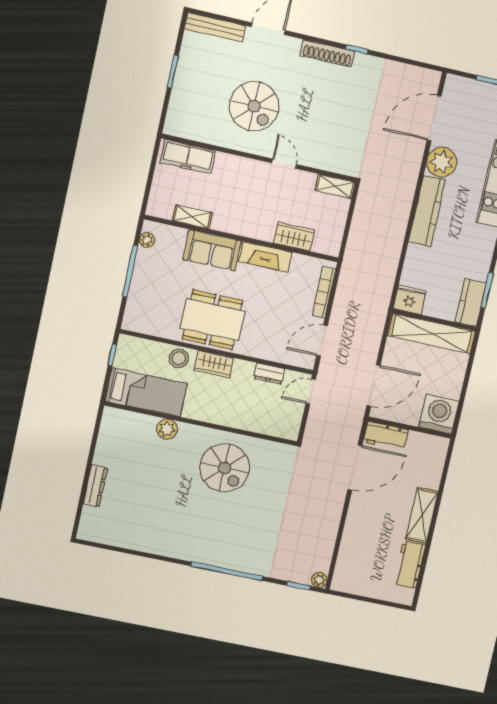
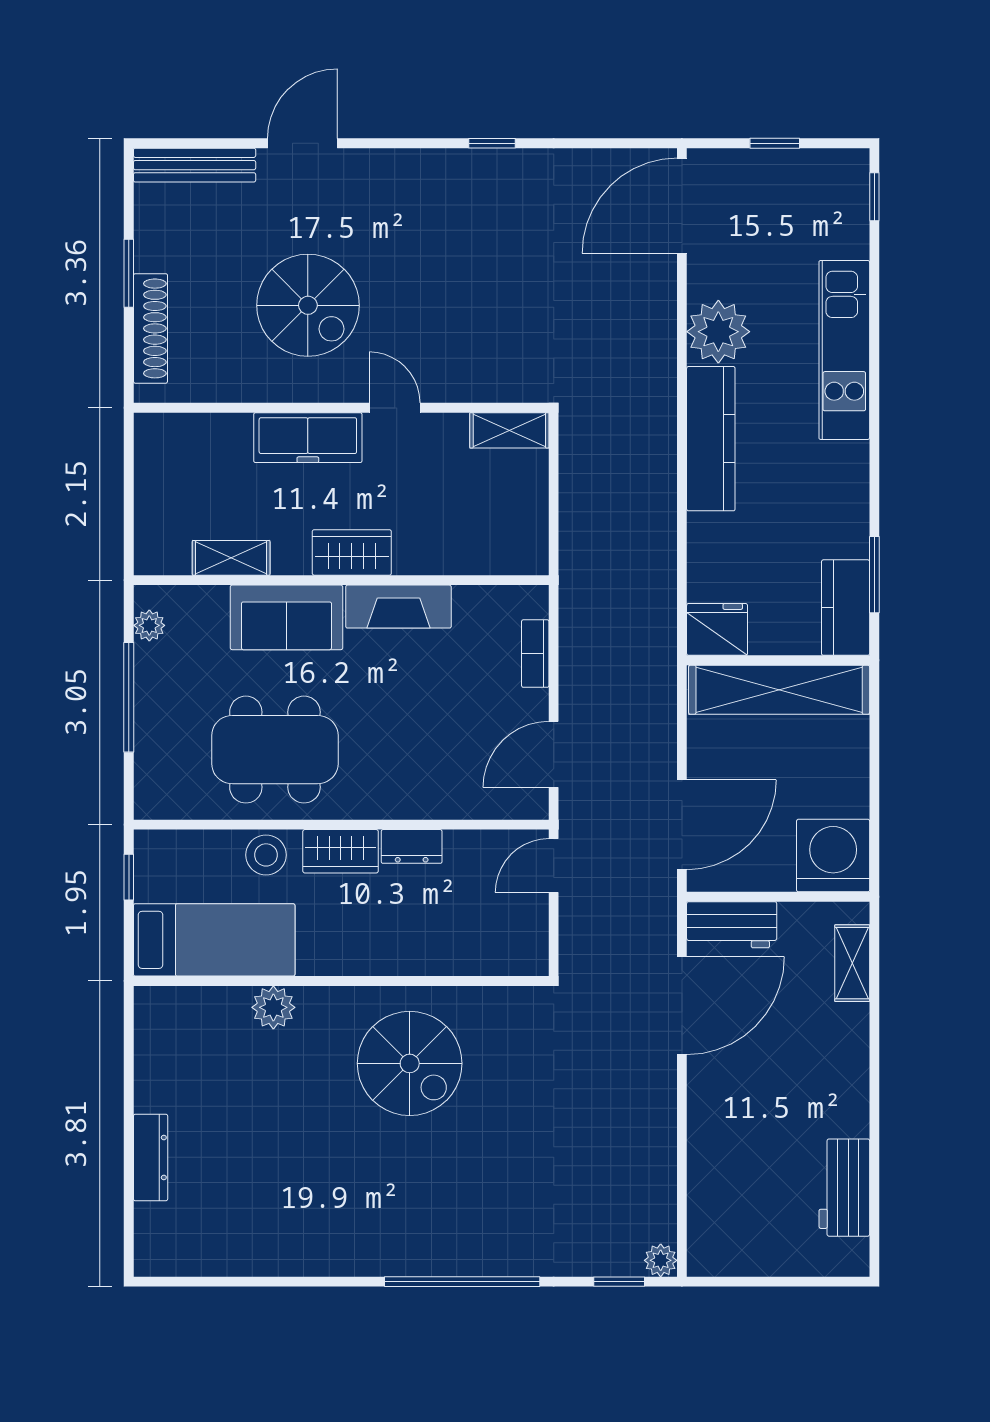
shoe rack: (327, 53) -> (151, 328), moved, turned -90
door: (434, 118) -> (682, 206), moved
freezer: (188, 157) -> (308, 438), moved
wardrobe: (294, 237) -> (352, 552), moved
bookcase: (324, 292) -> (535, 654), width x0.64
dining table: (213, 320) -> (275, 750), moved
dresser: (269, 374) -> (412, 846), moved
shelving: (422, 515) -> (852, 963), moved, width x0.67, depth x0.75

